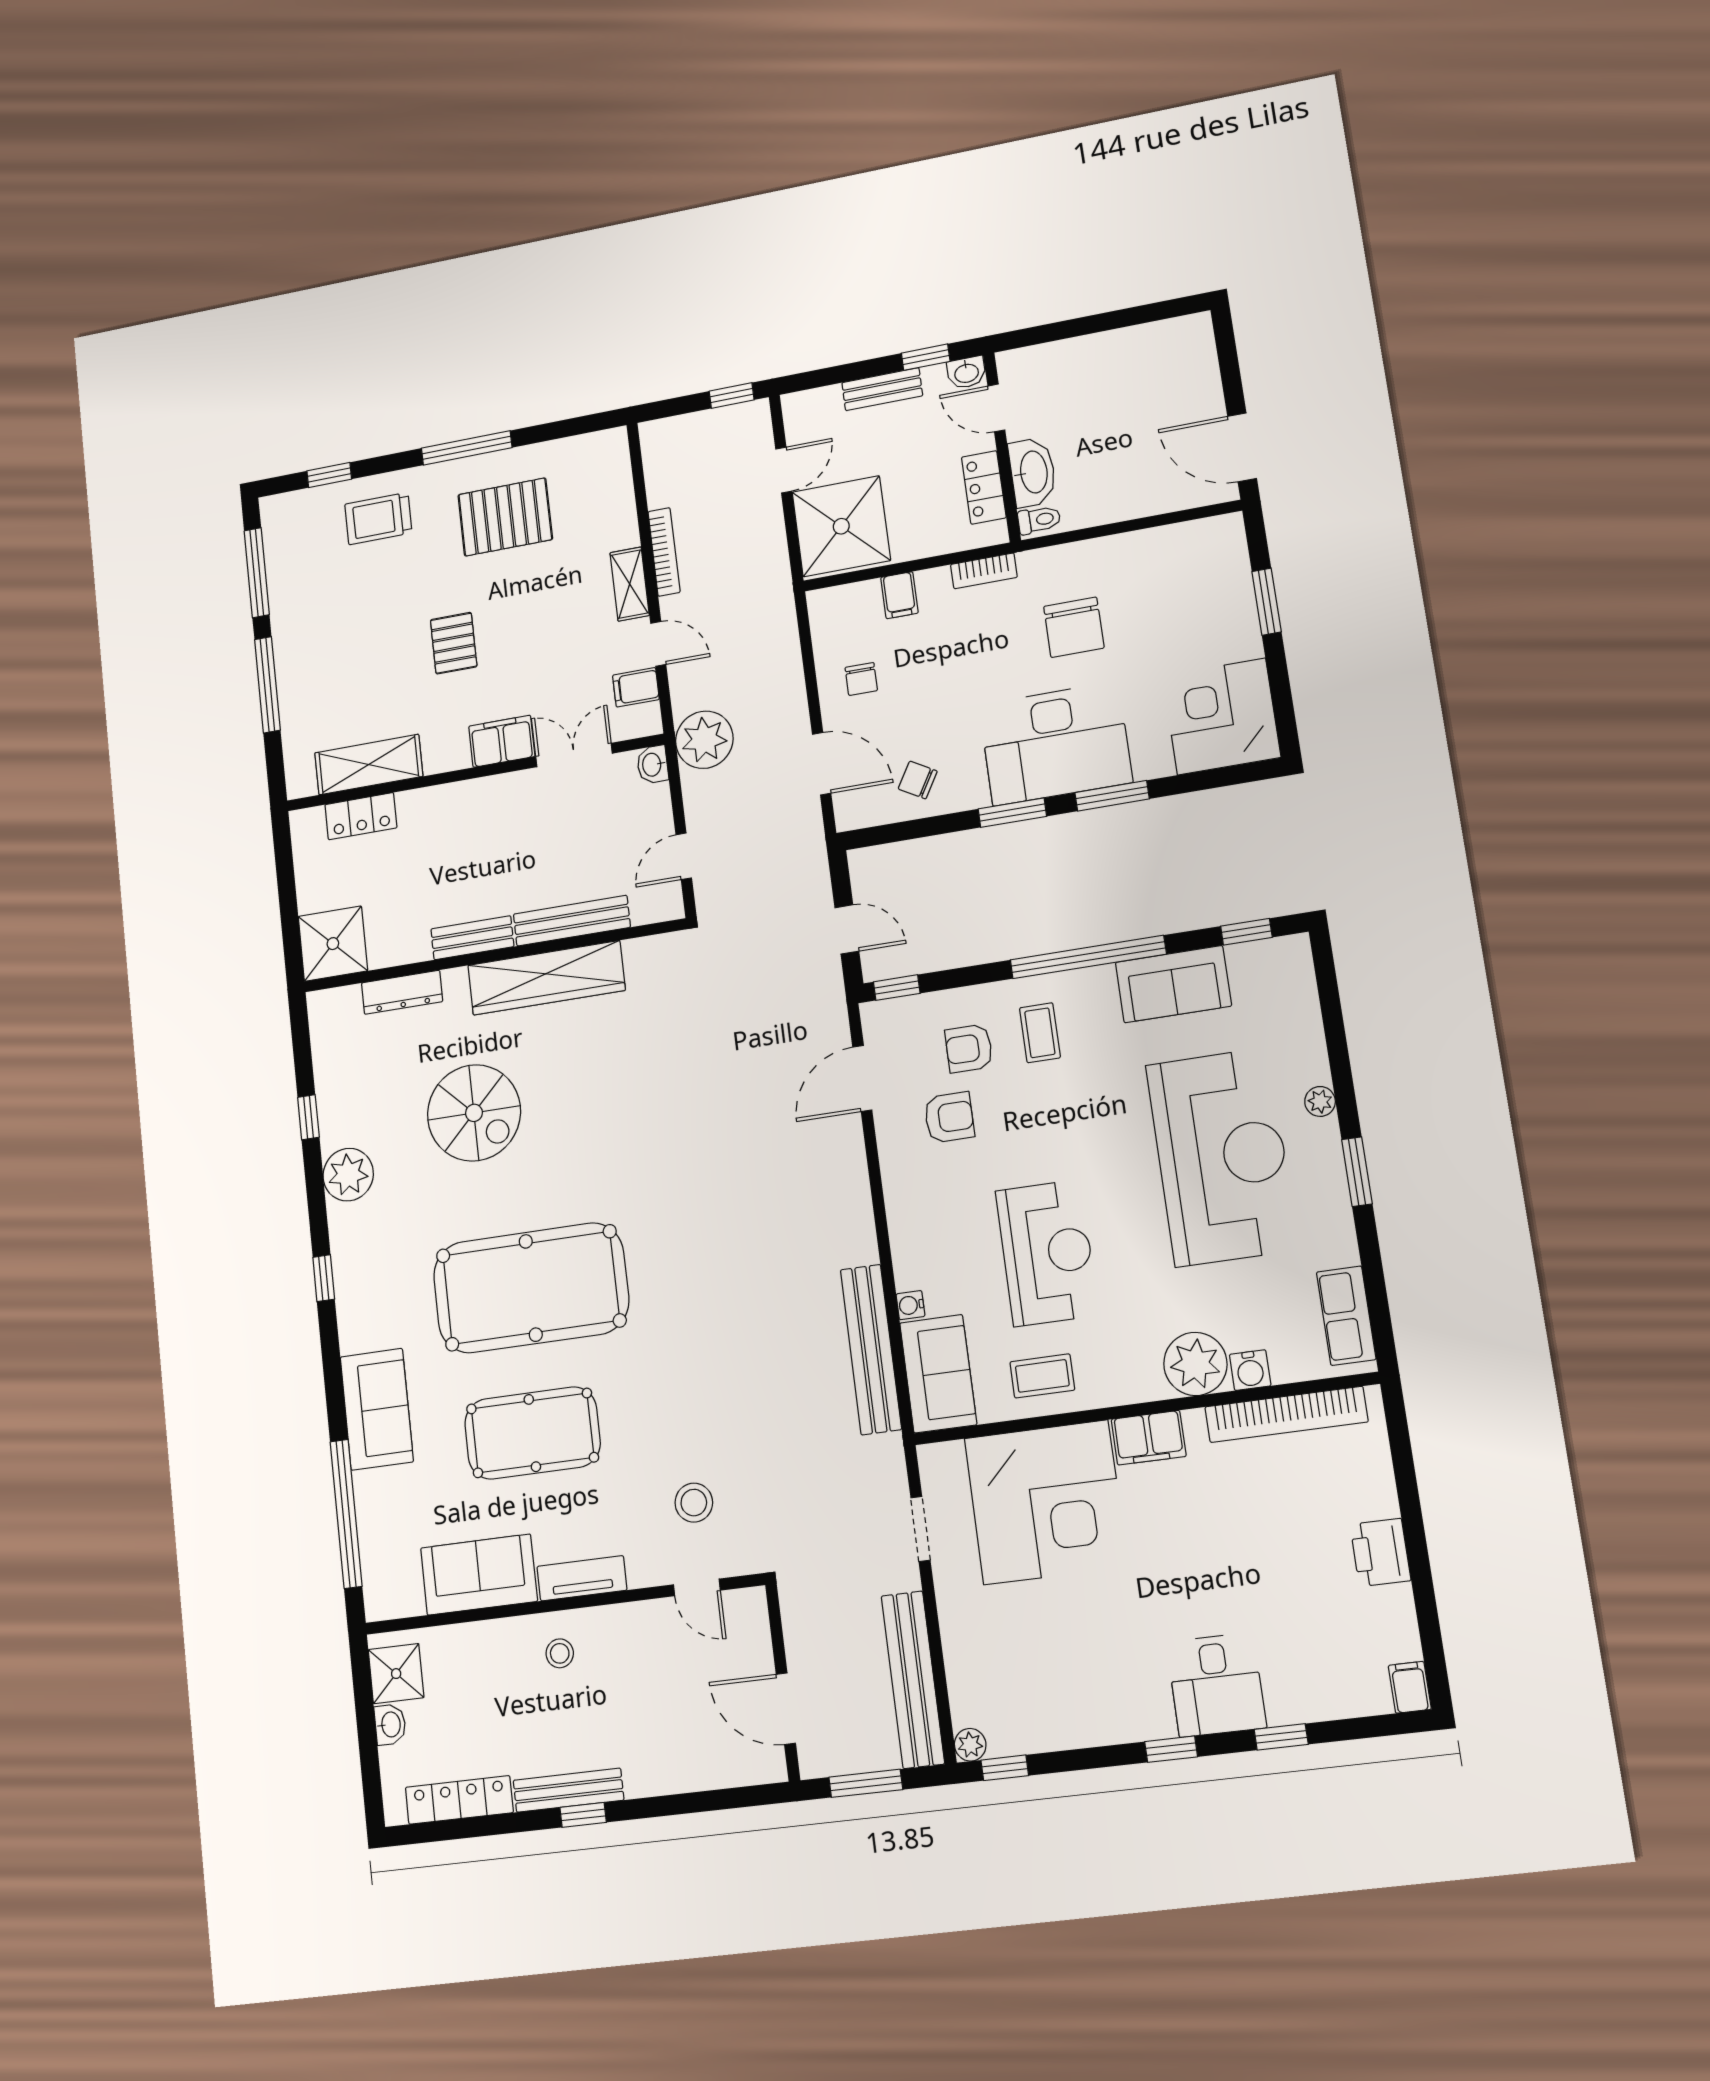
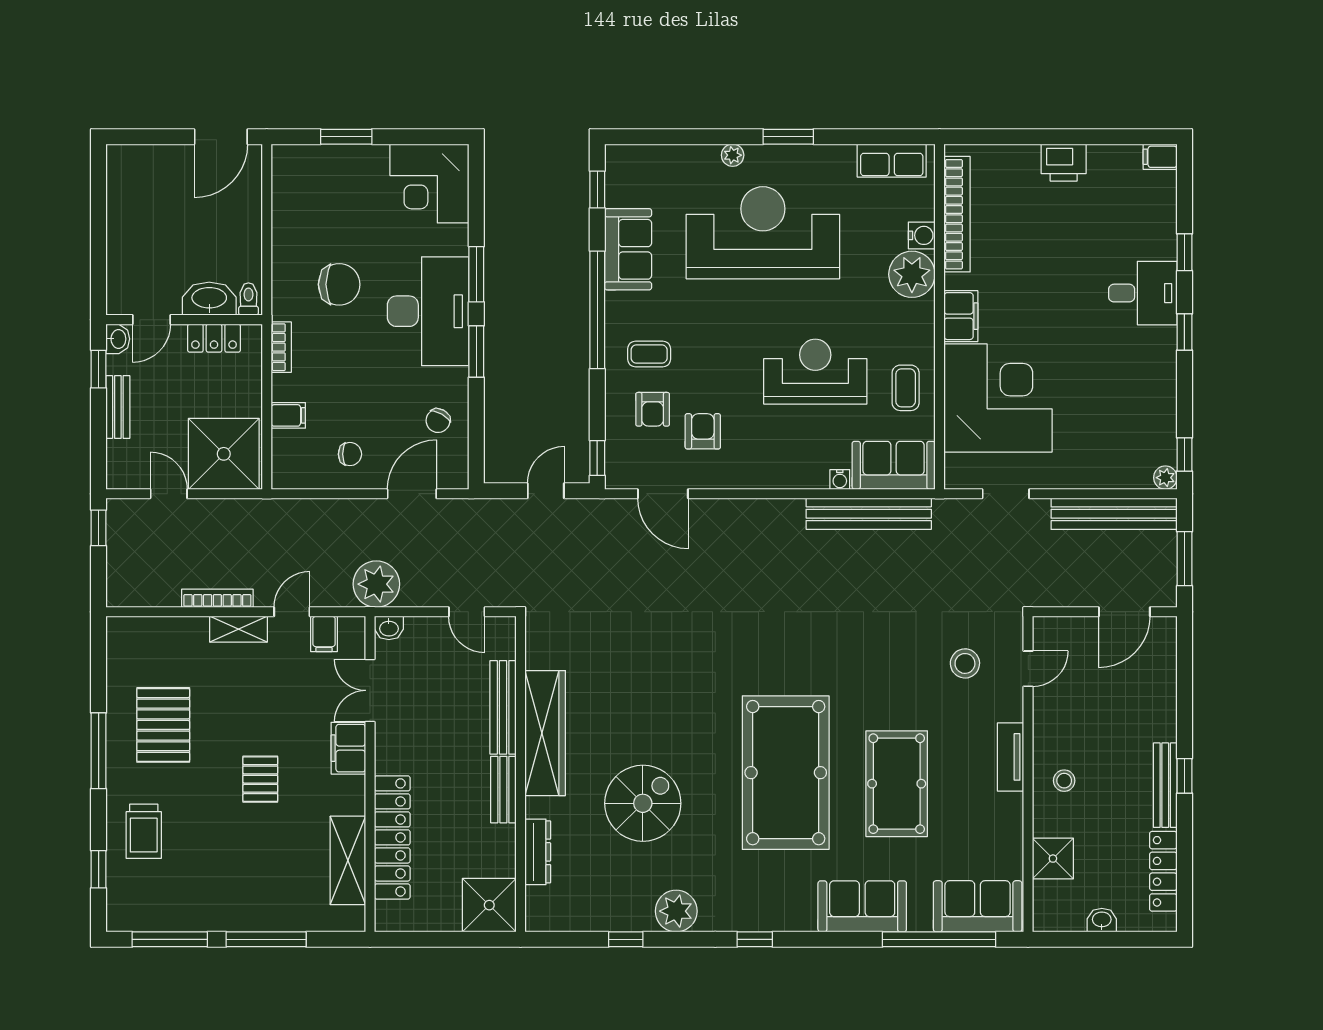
pallet: (454, 643) -> (260, 779), turned 90
locker: (361, 816) -> (392, 837), width x2.16, depth x1.21
sofa: (479, 1575) -> (978, 906), moved, turned 90
shower: (396, 1674) -> (1053, 859), moved

